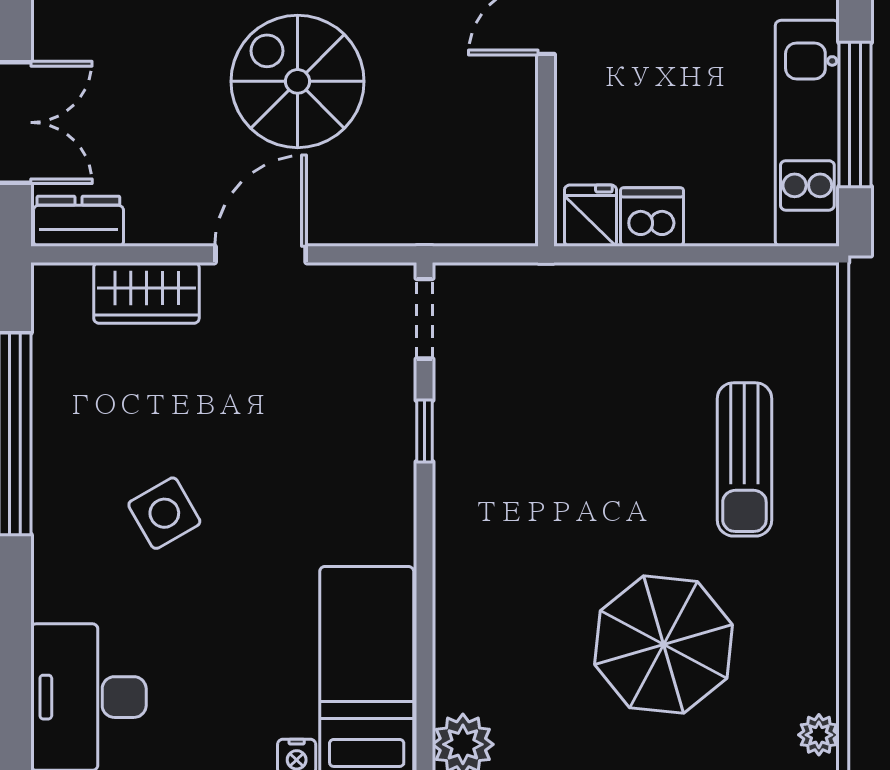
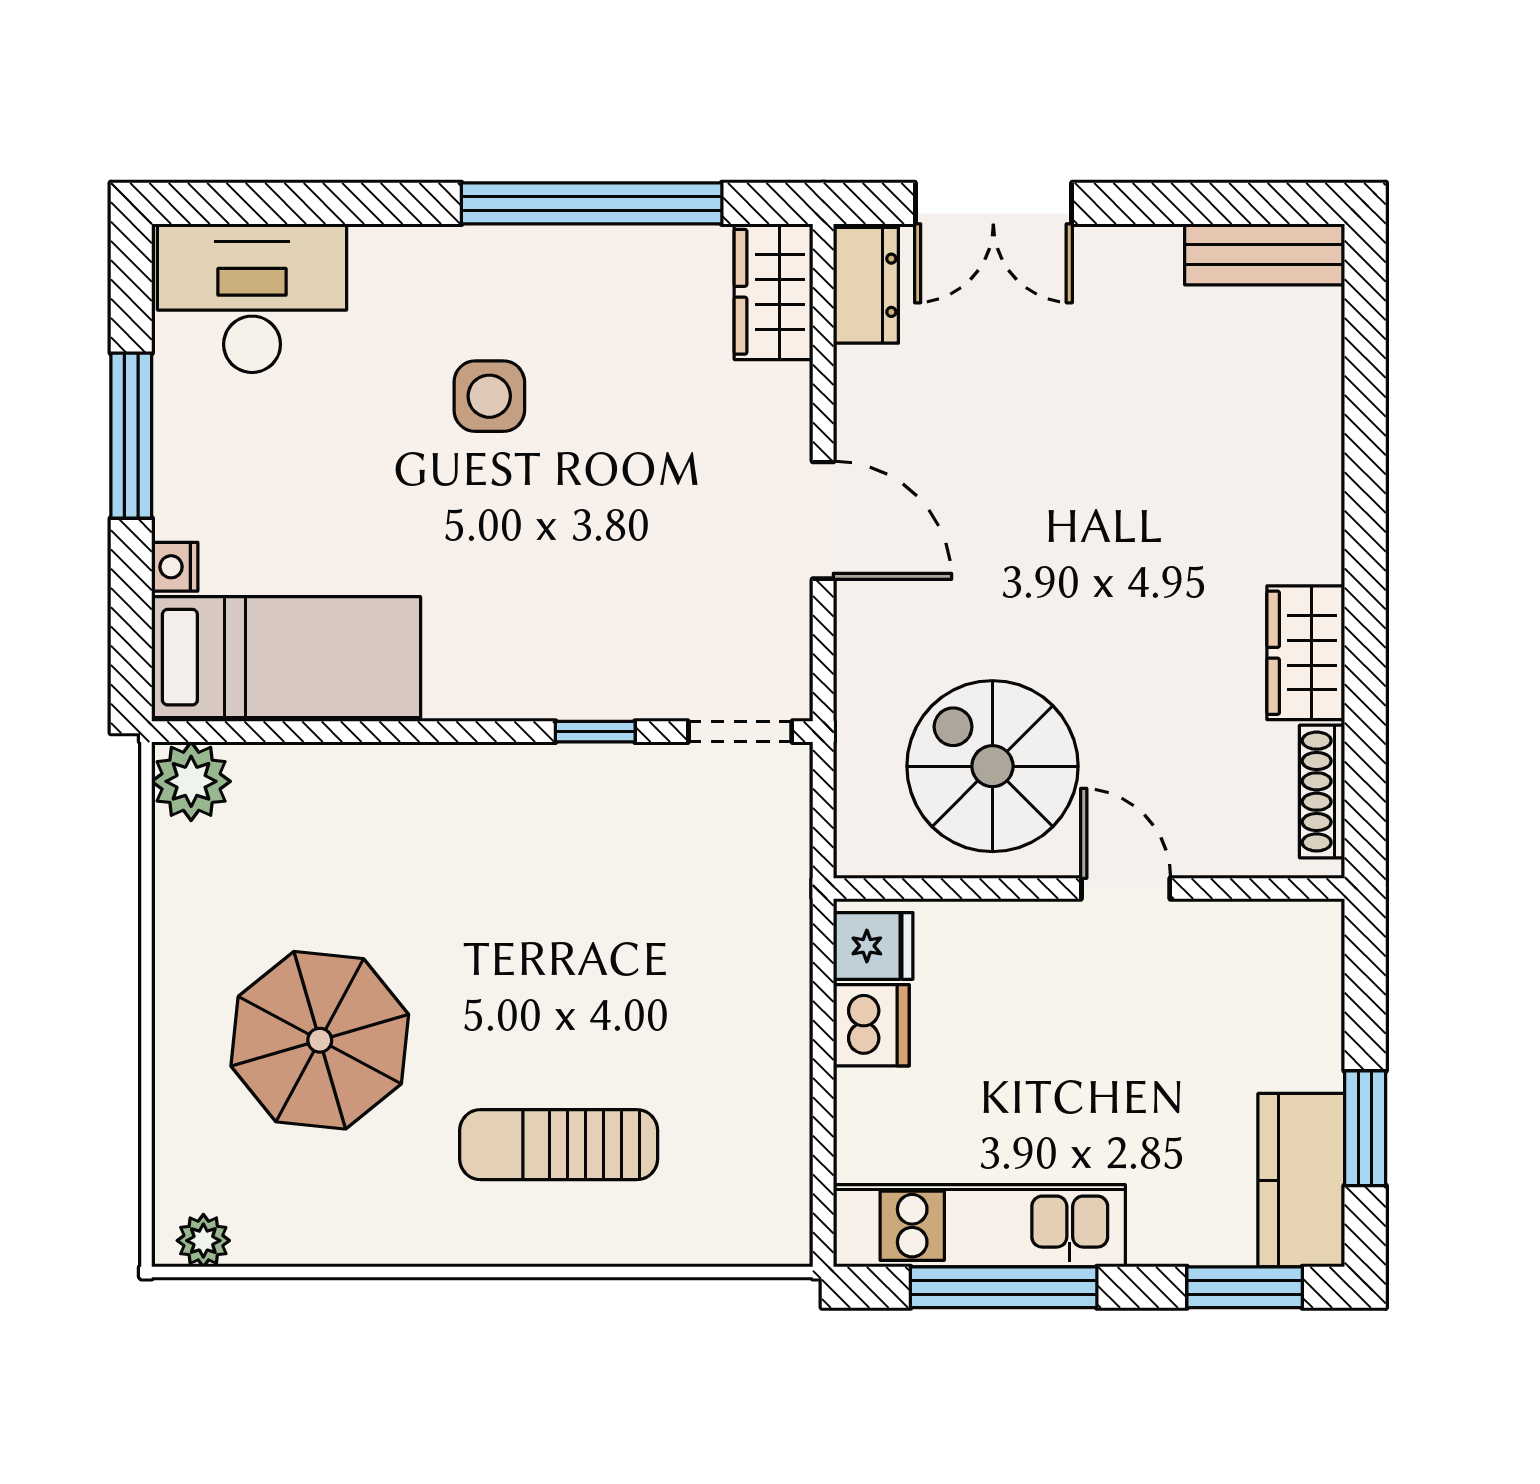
spiral stairs: (298, 81) -> (992, 766), moved, turned -90
wardrobe: (146, 293) -> (774, 292), moved
side table: (164, 513) -> (489, 396), turned 30

